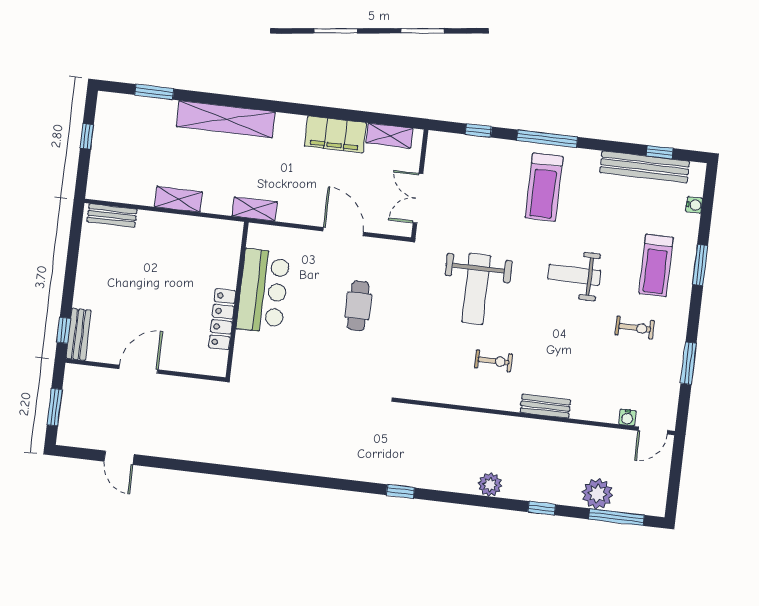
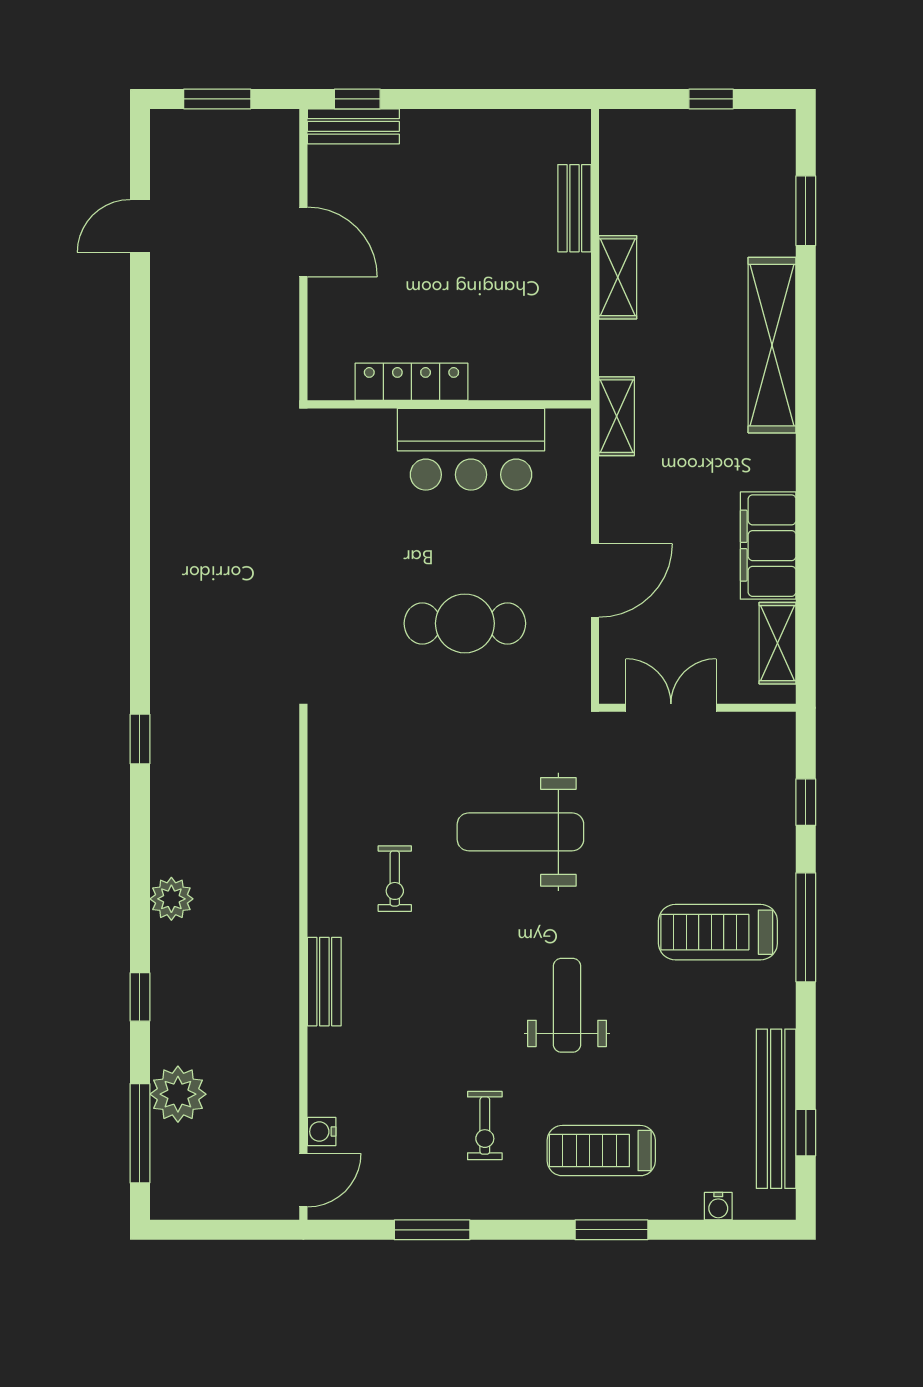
bench: (112, 215) -> (574, 208), moved
cafe table: (358, 306) -> (465, 623), width x1.37, depth x1.35
door: (653, 431) -> (303, 1180), swing flipped

